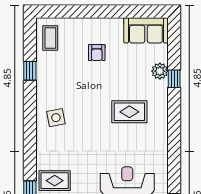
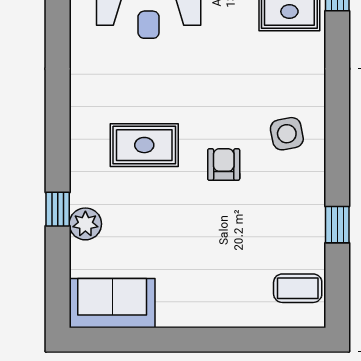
coffee table: (50, 38) -> (298, 288), turned 90
armchair: (97, 53) -> (224, 164), moved

